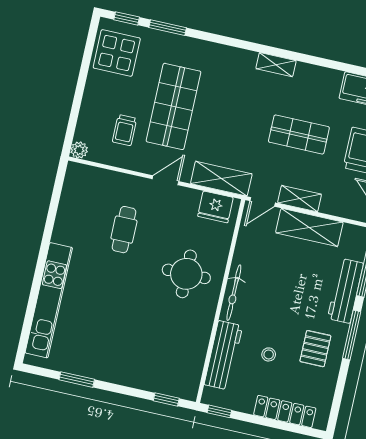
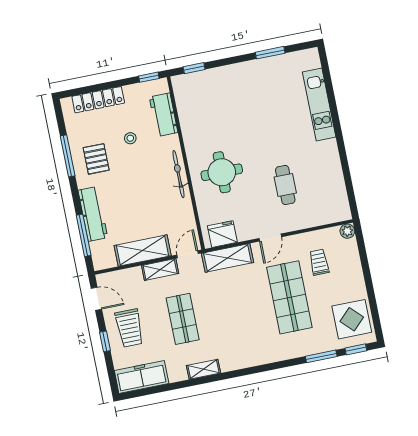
shelving: (276, 65) -> (204, 369), moved
shop shelf: (299, 134) -> (183, 319), turned 90
kitchen unit: (49, 300) -> (319, 104), width x0.73
window: (352, 335) -> (68, 156), moved
workbench: (223, 355) -> (164, 115), width x0.73

